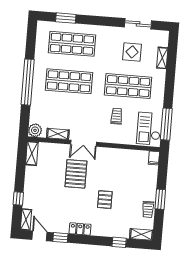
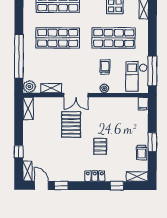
window: (28, 82) -> (19, 56), moved
plant: (114, 138) -> (104, 88), added
locker: (80, 229) -> (95, 176), moved

